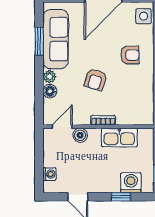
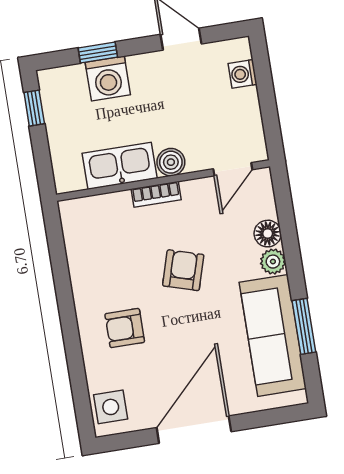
boiler: (80, 135) -> (171, 162), moved
washing machine: (131, 183) -> (108, 79), moved

